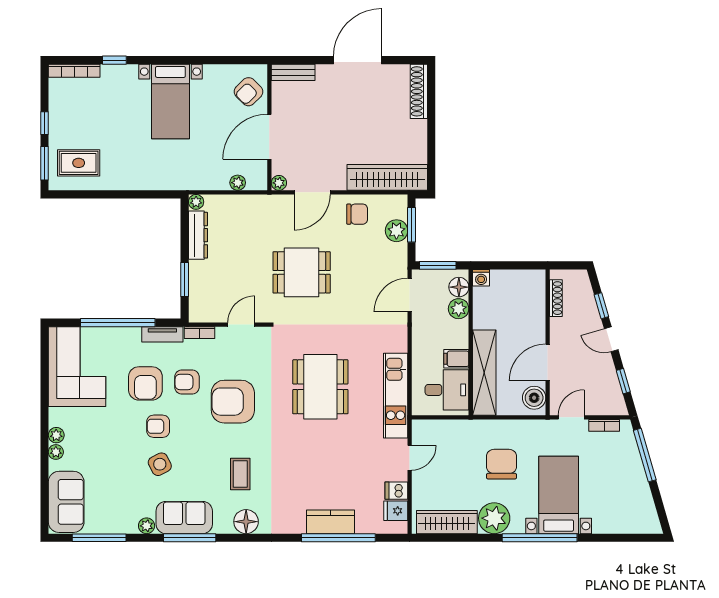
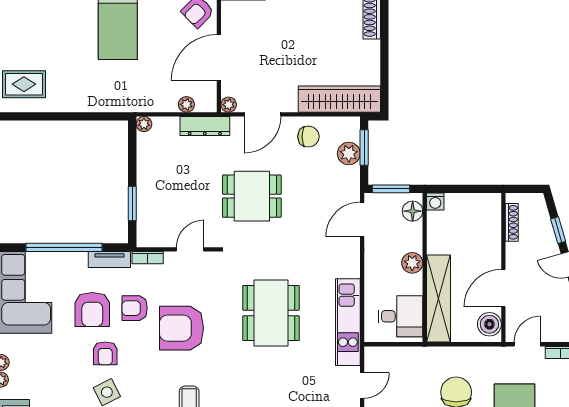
dresser: (198, 235) -> (205, 126), moved, turned 90
plant: (459, 309) -> (412, 263), moved
filing cabinet: (456, 359) -> (410, 284), removed
armchair: (158, 426) -> (105, 353), turned -90

